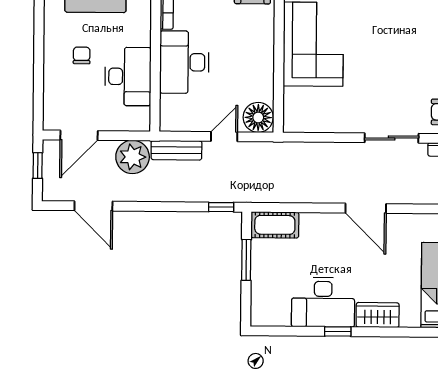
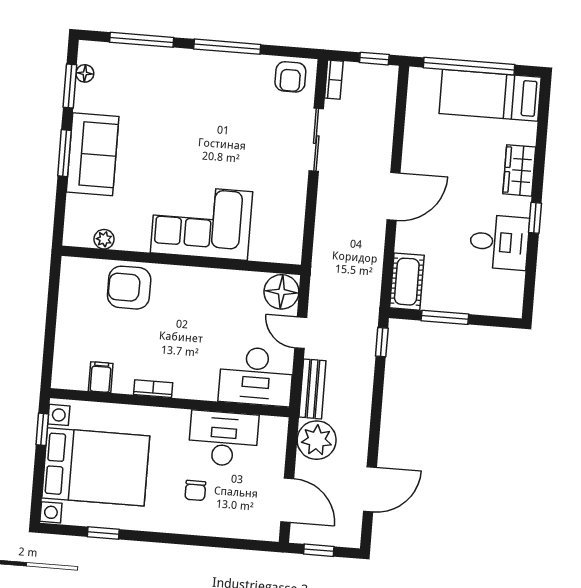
chair: (82, 55) -> (195, 490), turned -90
desk: (184, 62) -> (256, 376), moved
door: (366, 208) -> (394, 196), moved
desk: (323, 302) -> (499, 242), width x0.73

